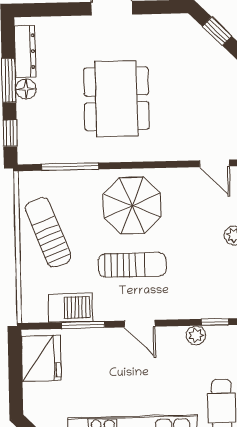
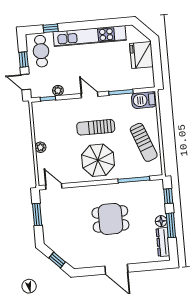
dining table: (116, 99) -> (110, 219), width x0.73
barbecue: (70, 308) -> (144, 100), moved
fridge: (41, 358) -> (141, 55), moved

